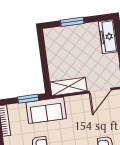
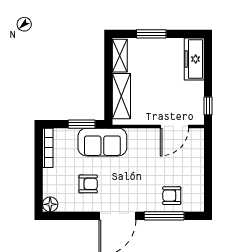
shelving: (50, 42) -> (120, 56), added
shelving: (68, 87) -> (121, 96), moved, turned 90

